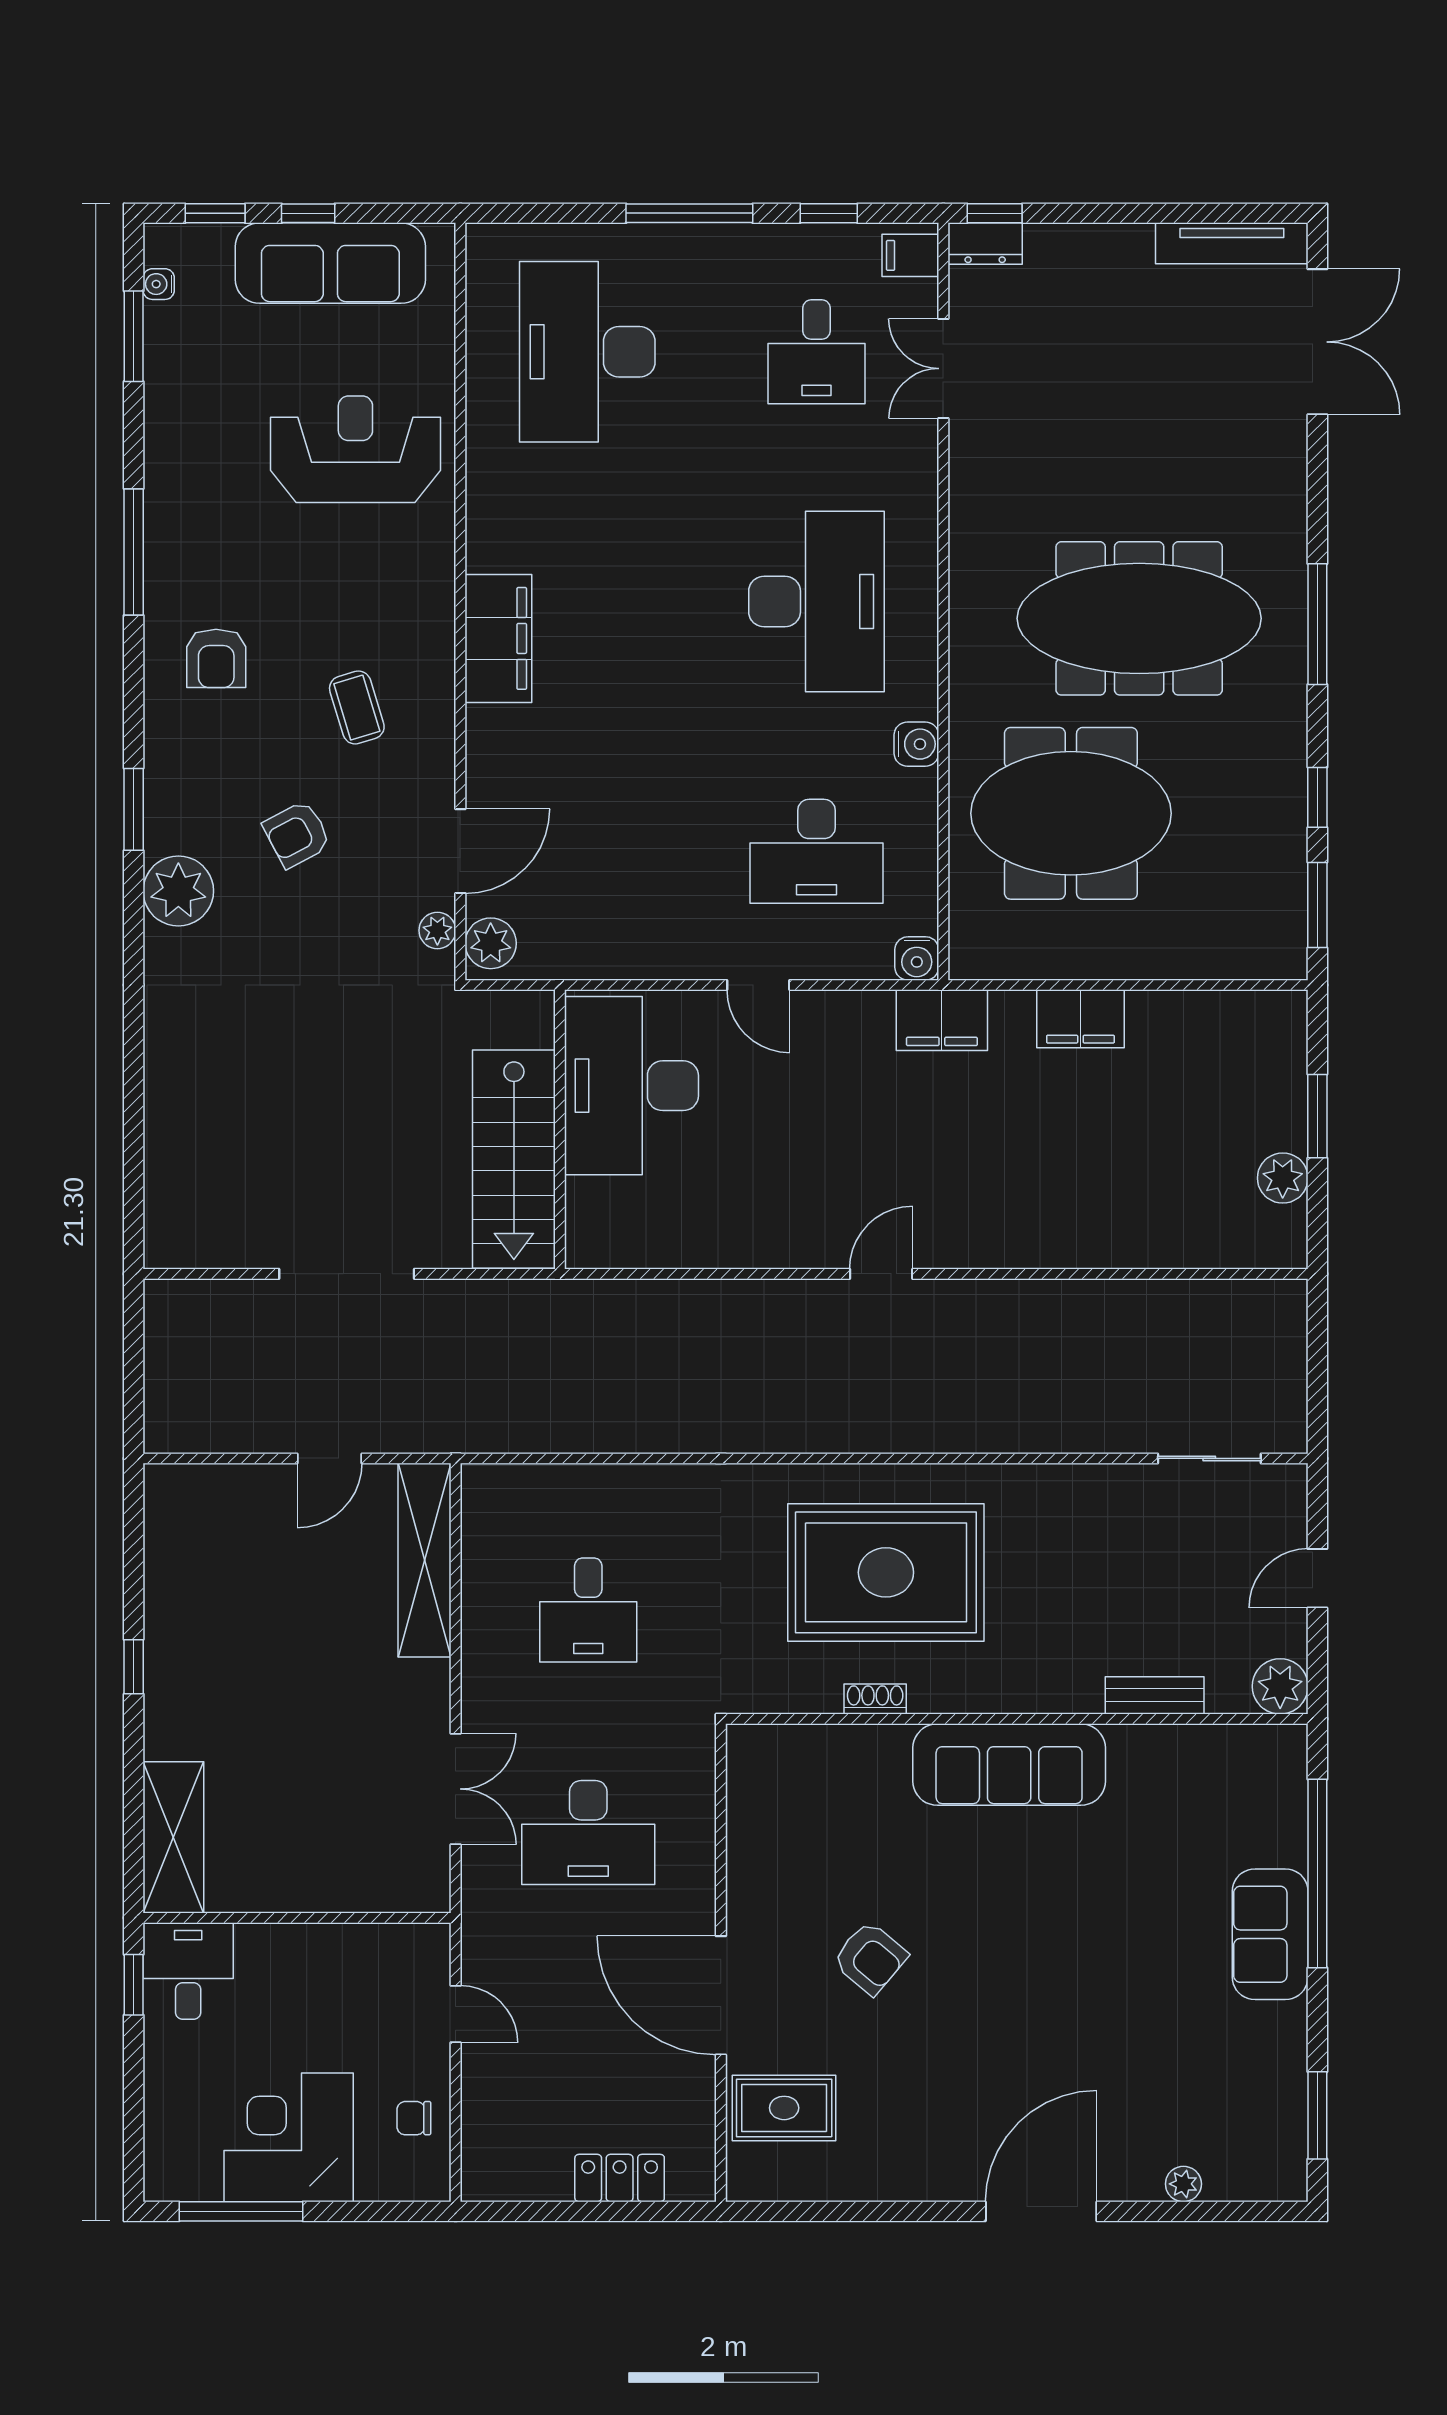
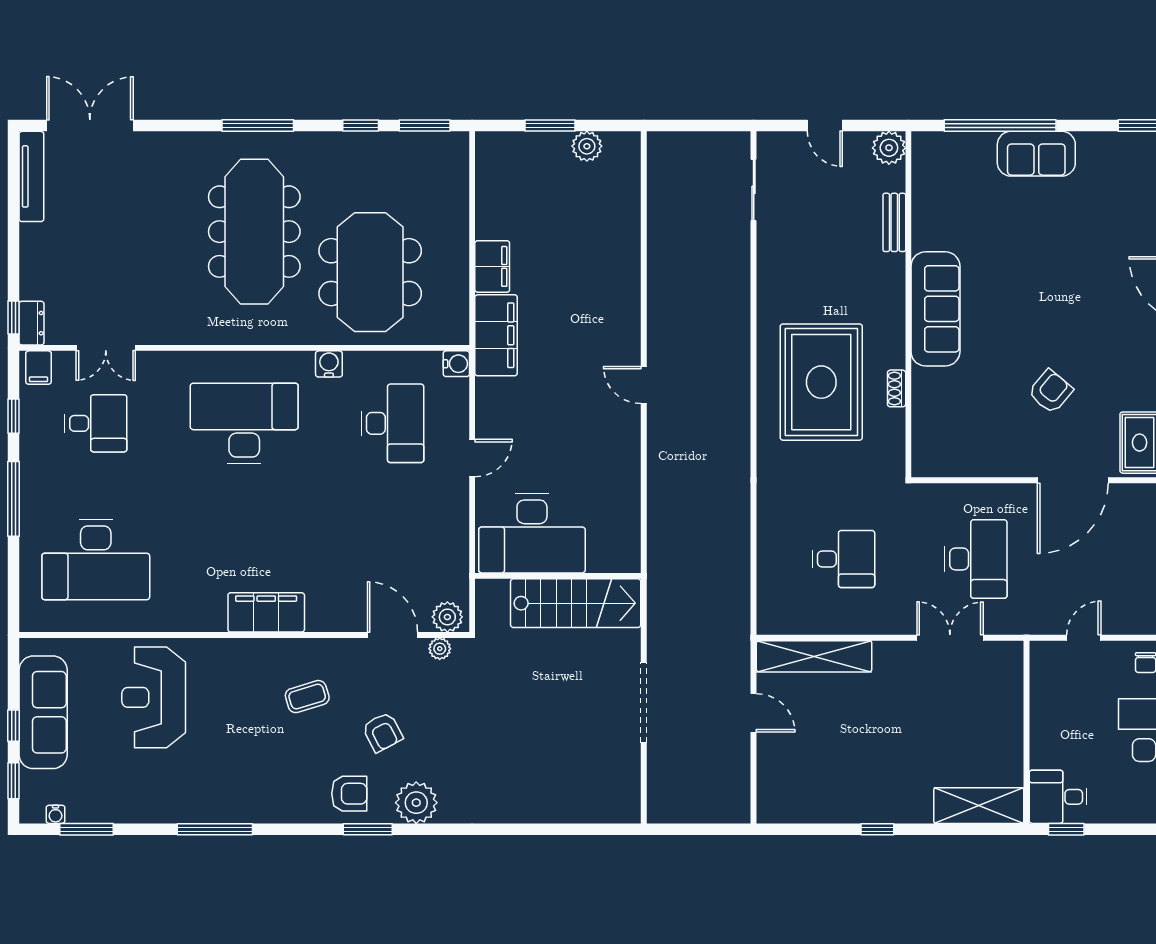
armchair: (216, 658) -> (349, 794), moved
filing cabinet: (942, 1020) -> (496, 335), width x1.50, depth x1.17

